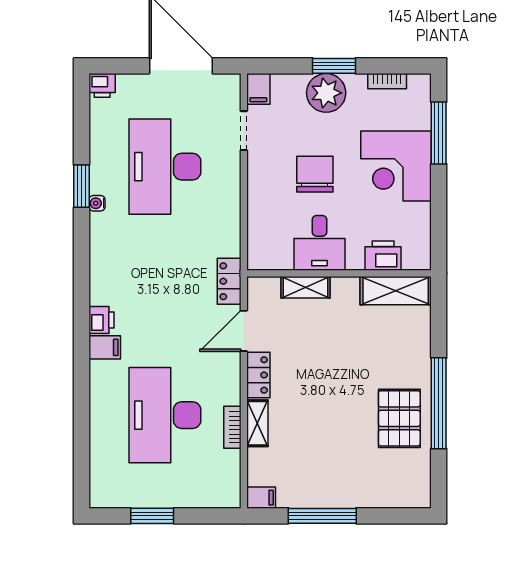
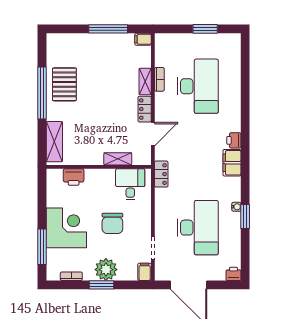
desk: (319, 243) -> (130, 184), moved
locker: (229, 281) -> (161, 174), moved
shelving: (396, 291) -> (54, 142), moved, turned 90
filing cabinet: (105, 347) -> (232, 163), moved, width x2.00

